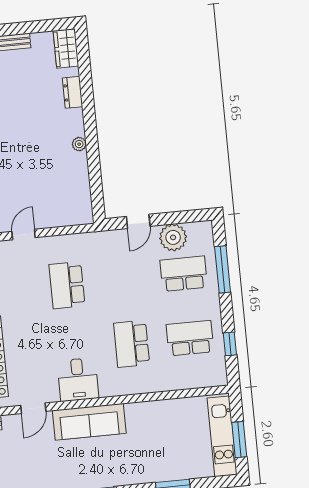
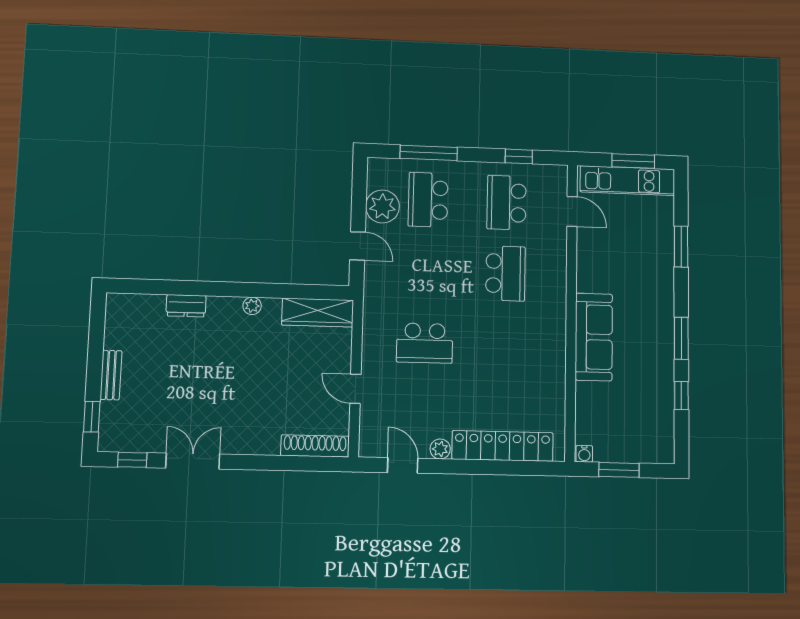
wardrobe: (66, 48) -> (318, 313), moved, width x1.50
school desk: (132, 344) -> (505, 273), turned -90
desk: (78, 379) -> (541, 344), removed
door: (33, 408) -> (572, 211), moved

